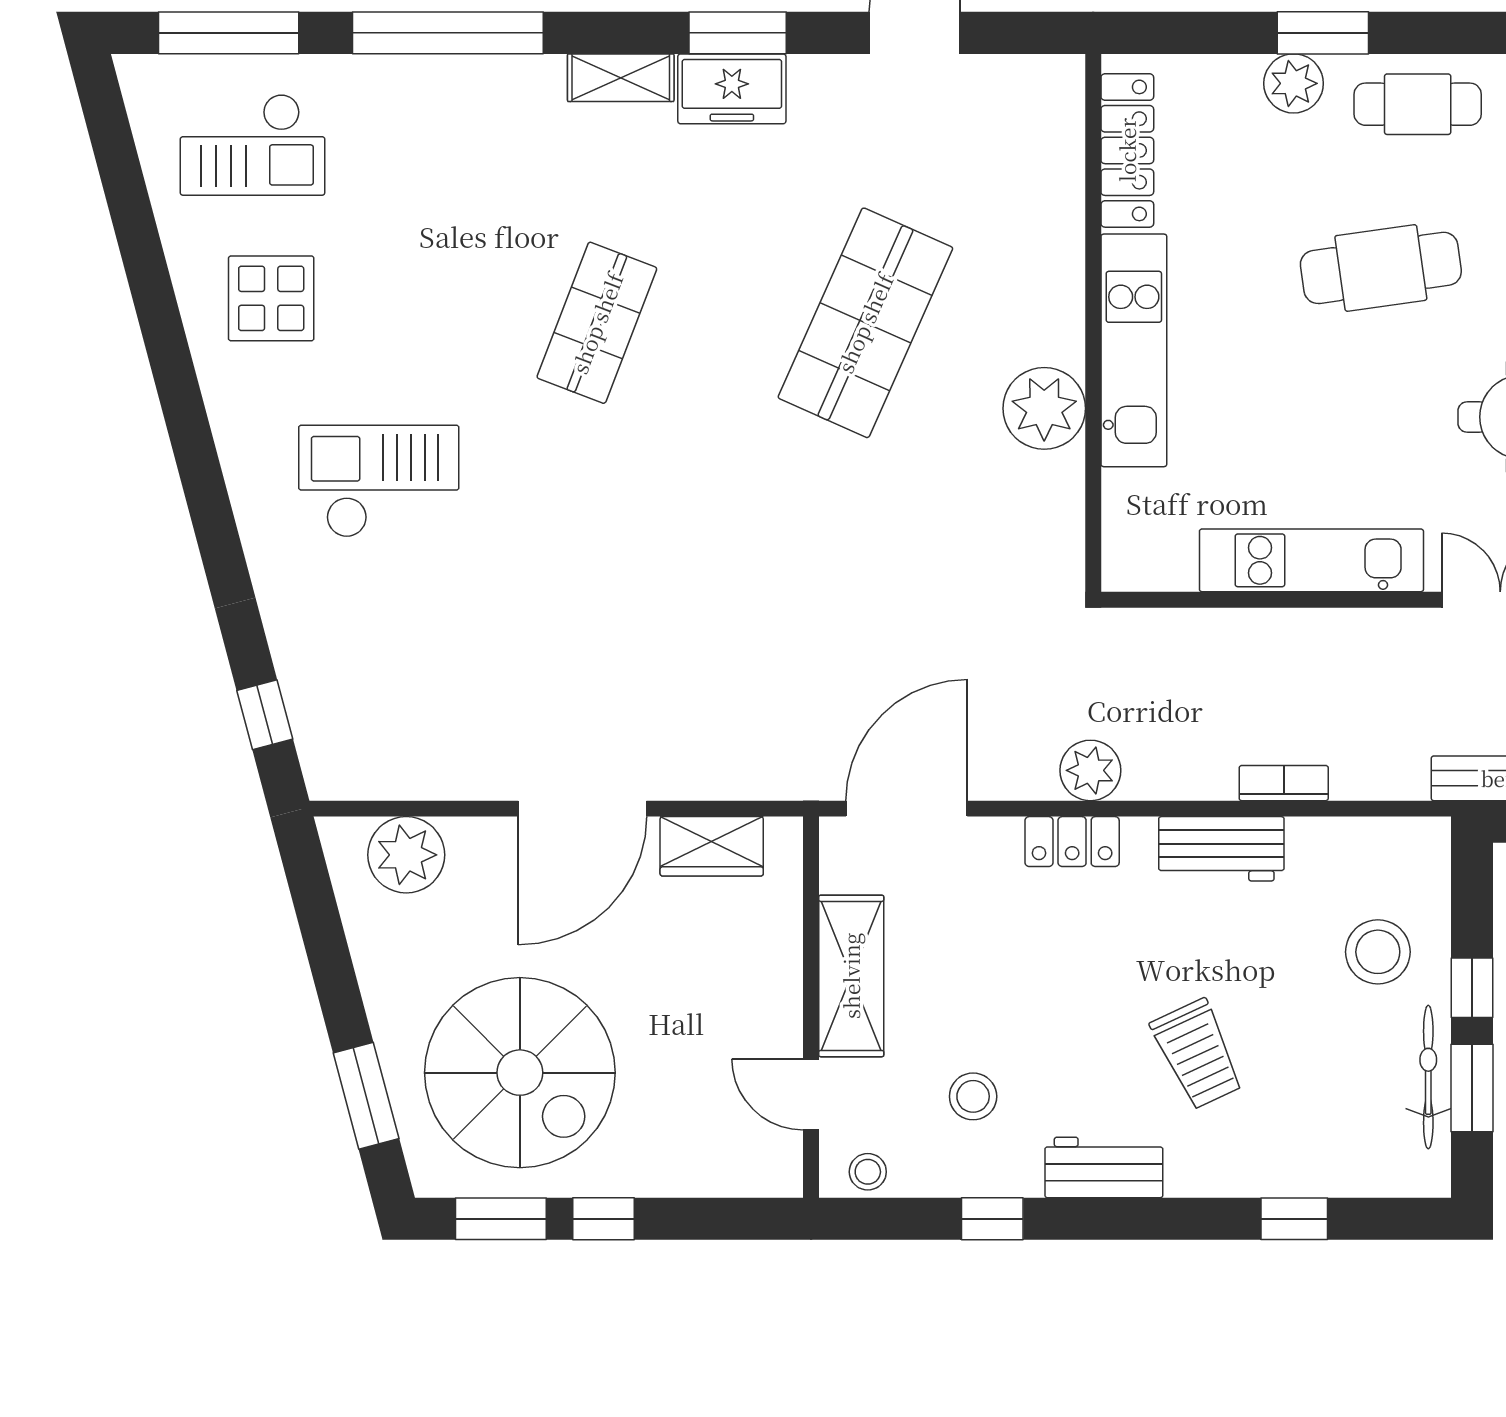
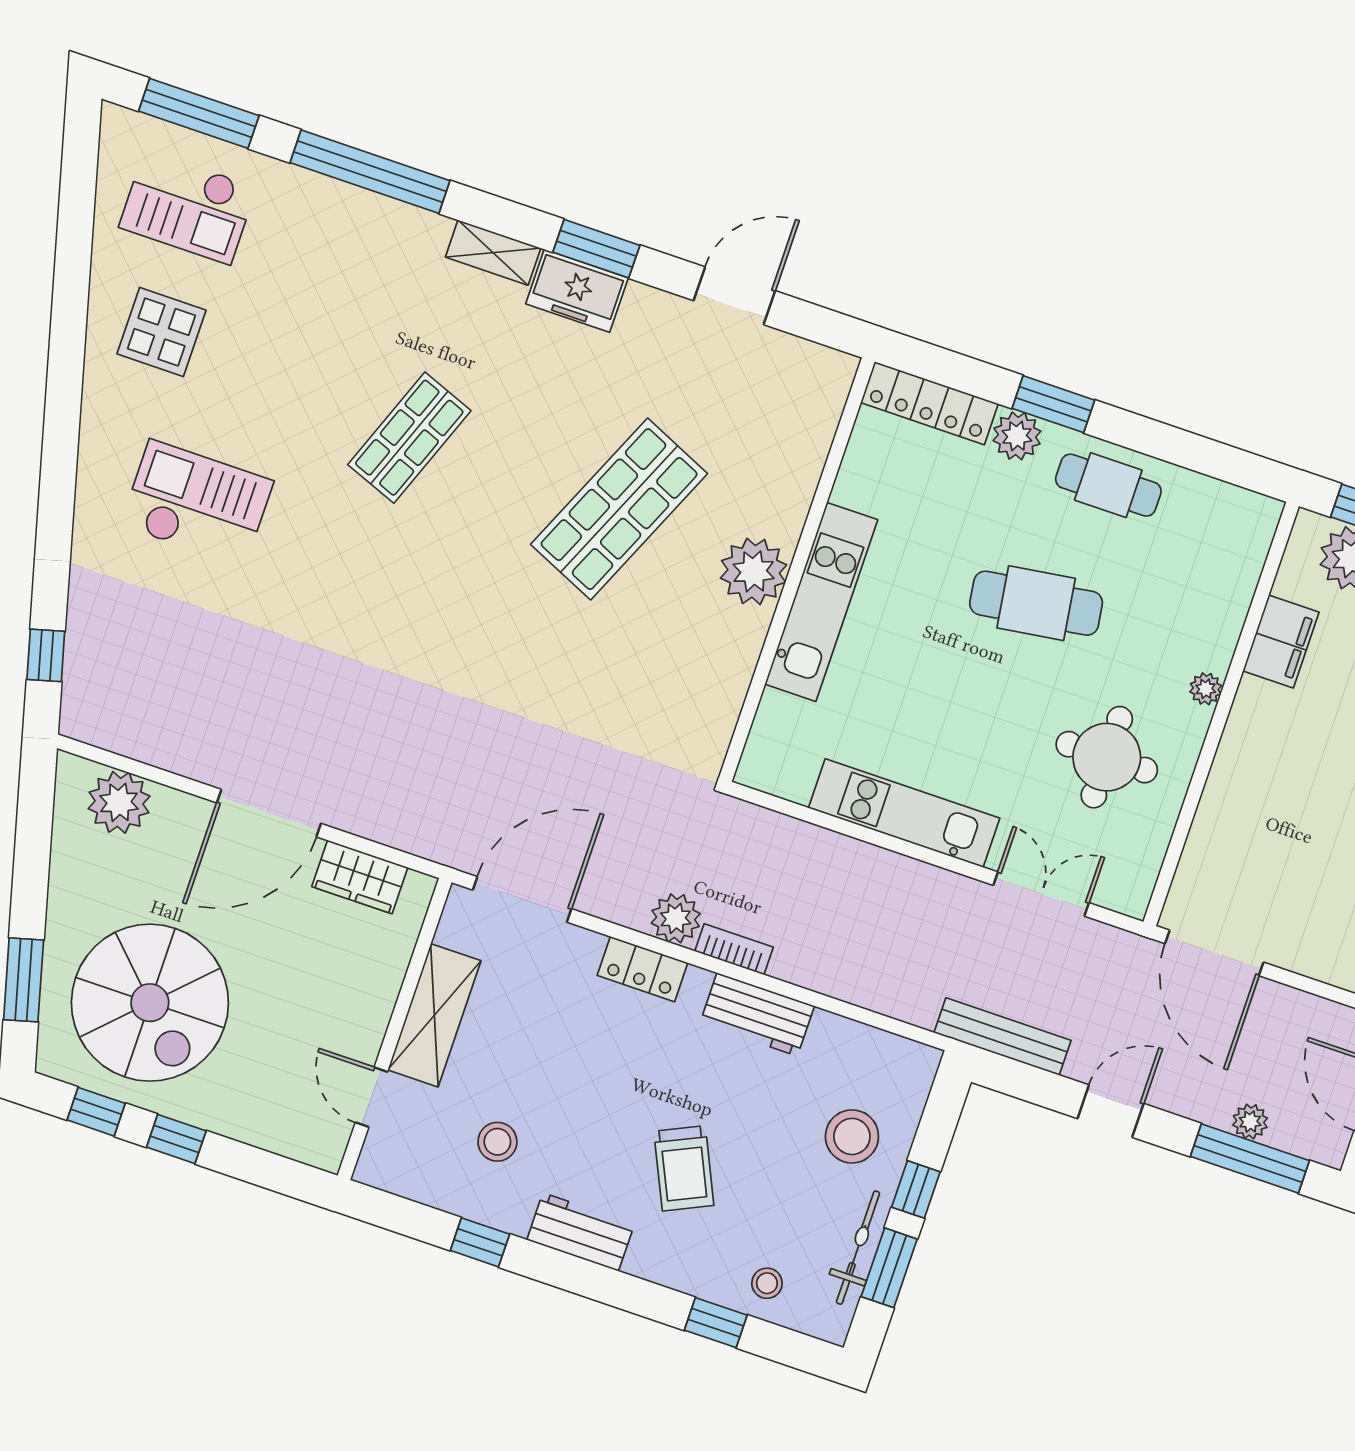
locker: (1127, 150) -> (929, 403), moved, turned 90
plant: (1044, 408) -> (754, 571), moved
bookcase: (1284, 783) -> (734, 949), moved
stool: (868, 1172) -> (767, 1283), moved
window: (501, 1219) -> (96, 1112), width x0.67

